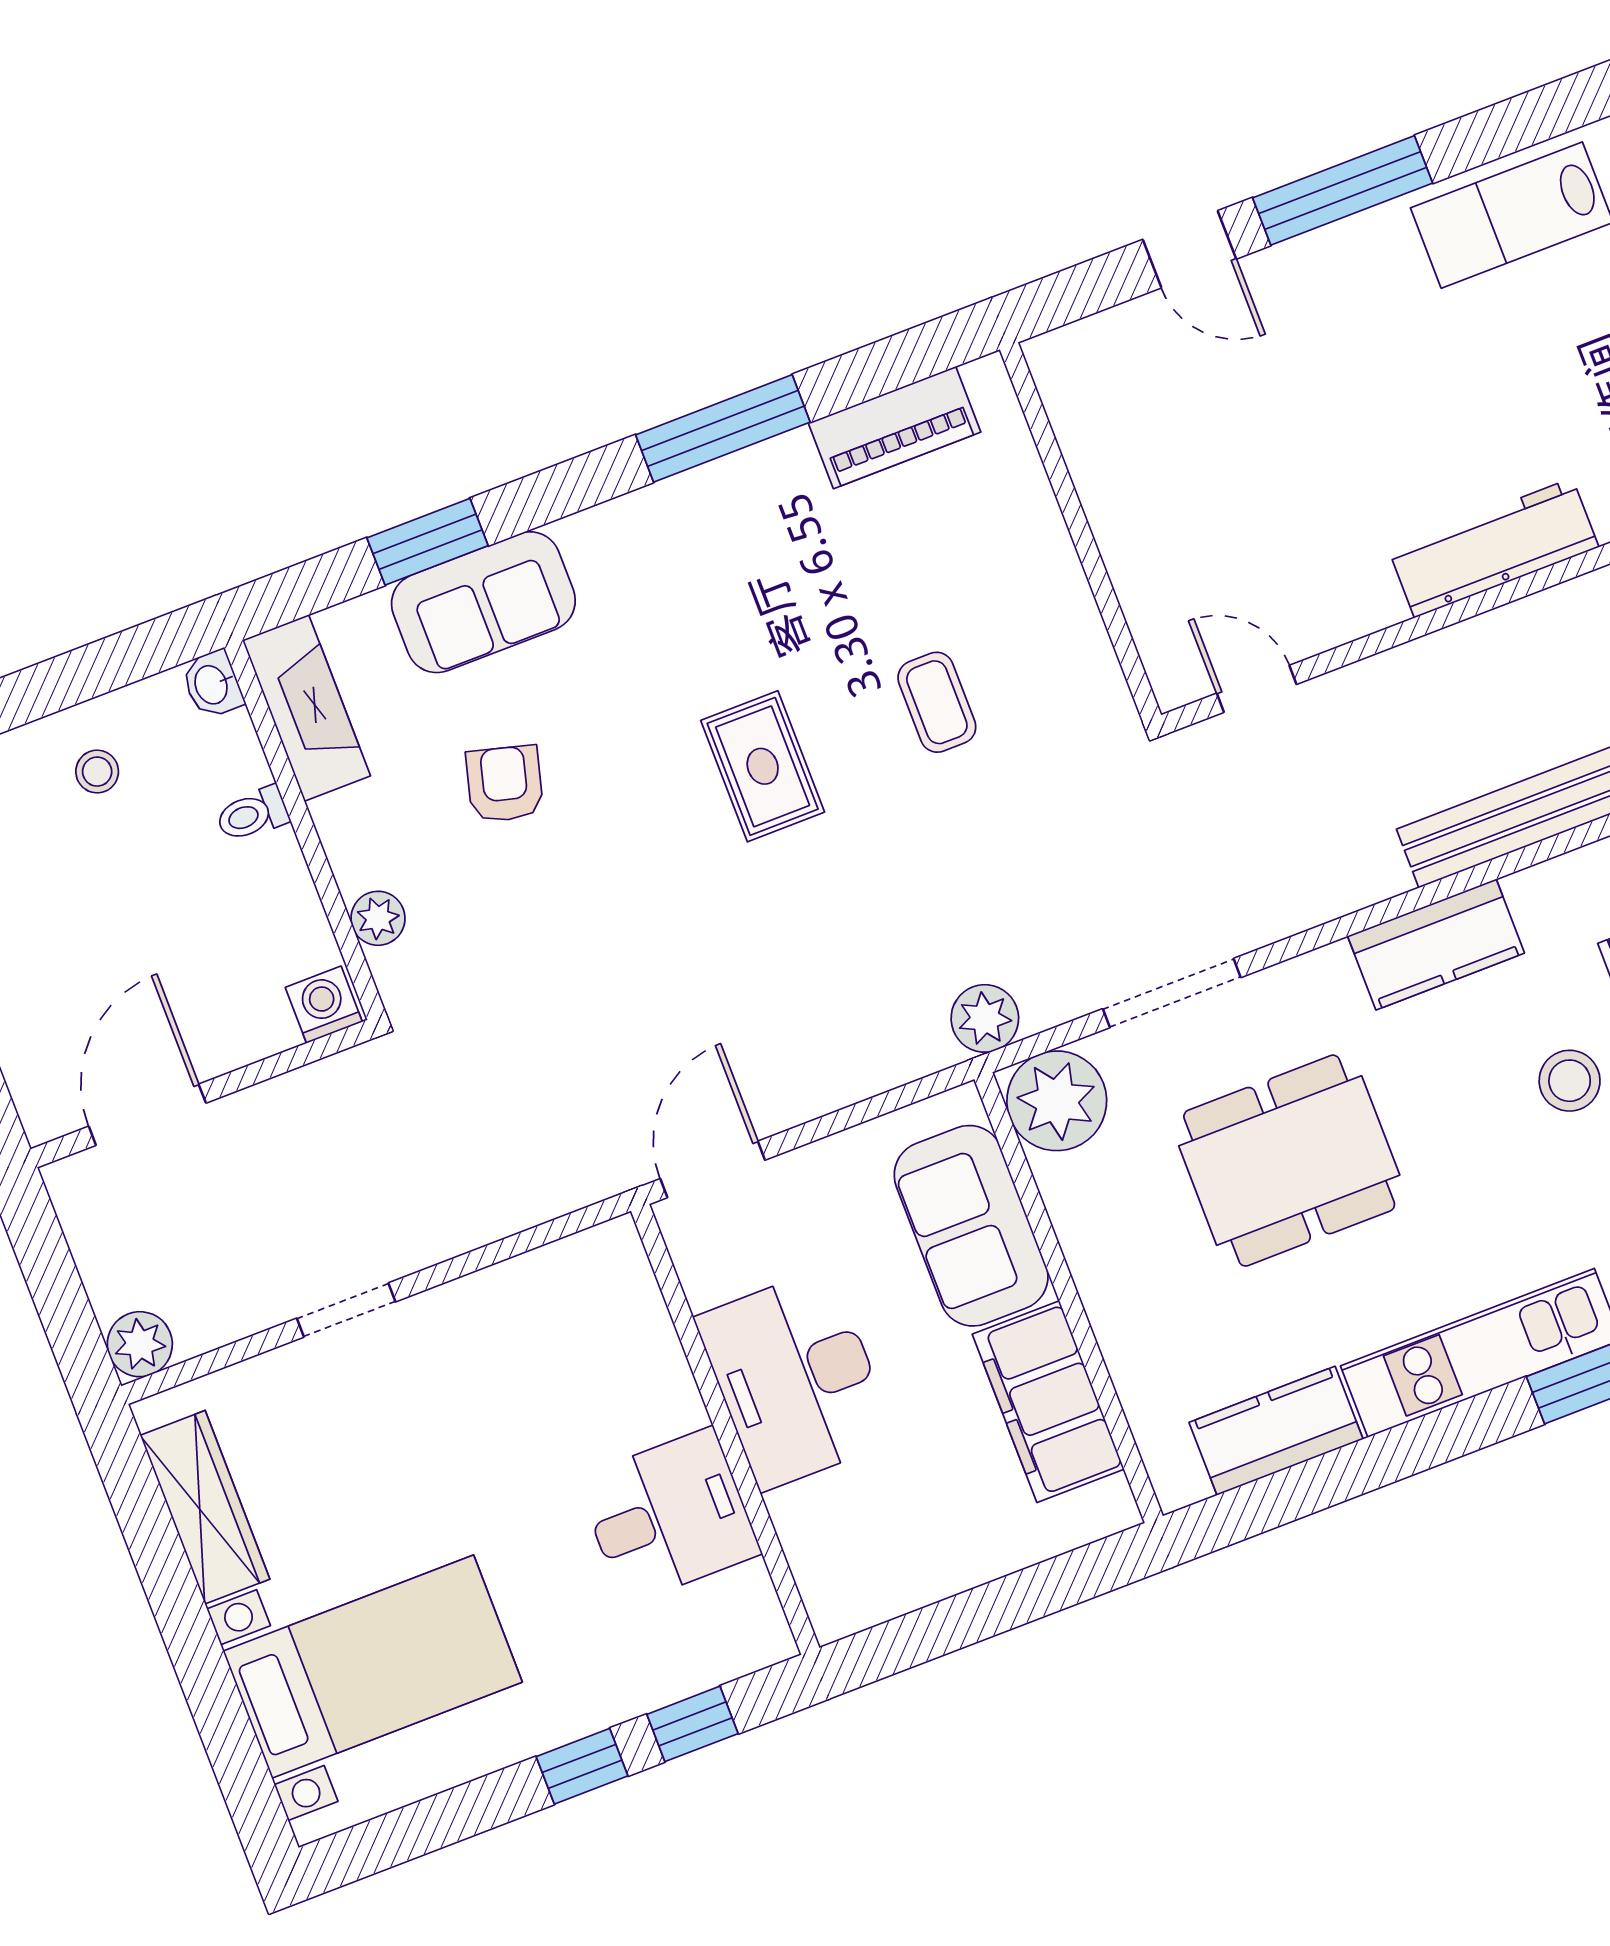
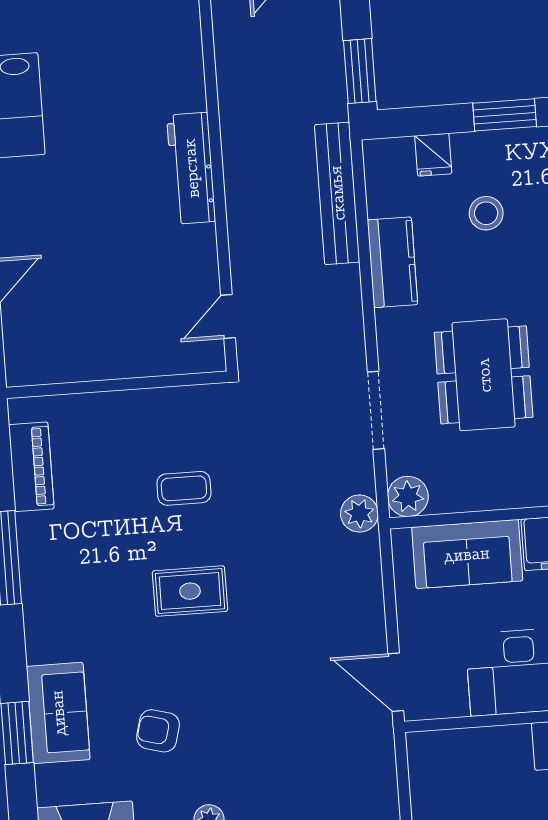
plant: (1057, 1101) -> (408, 496), width x0.73, depth x0.73

